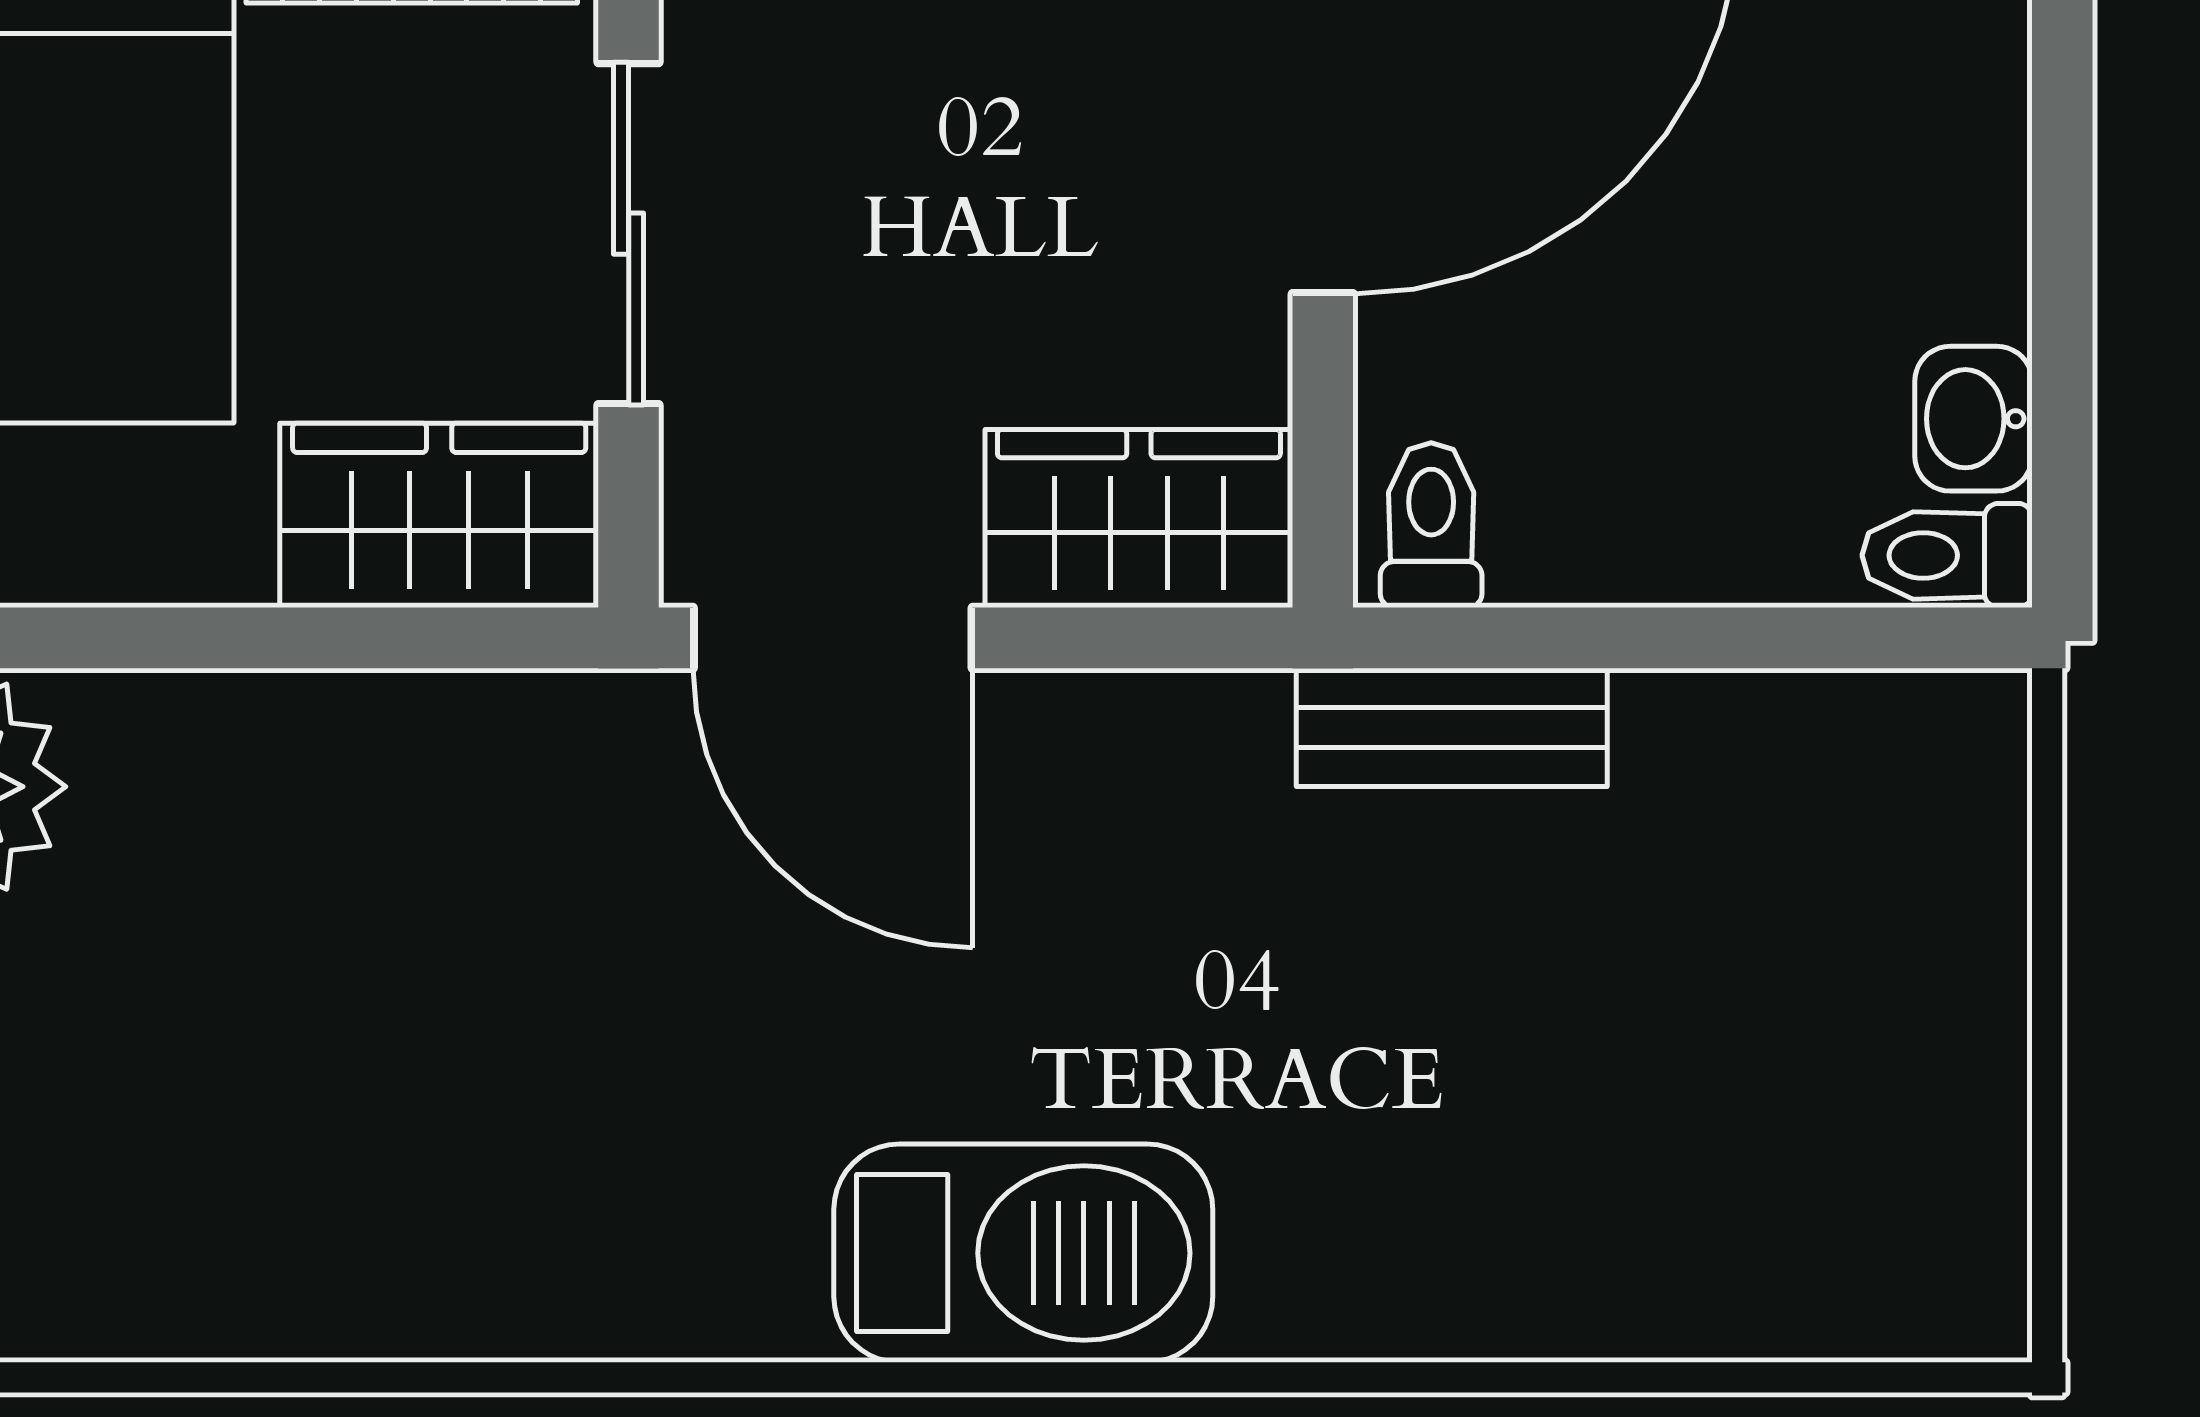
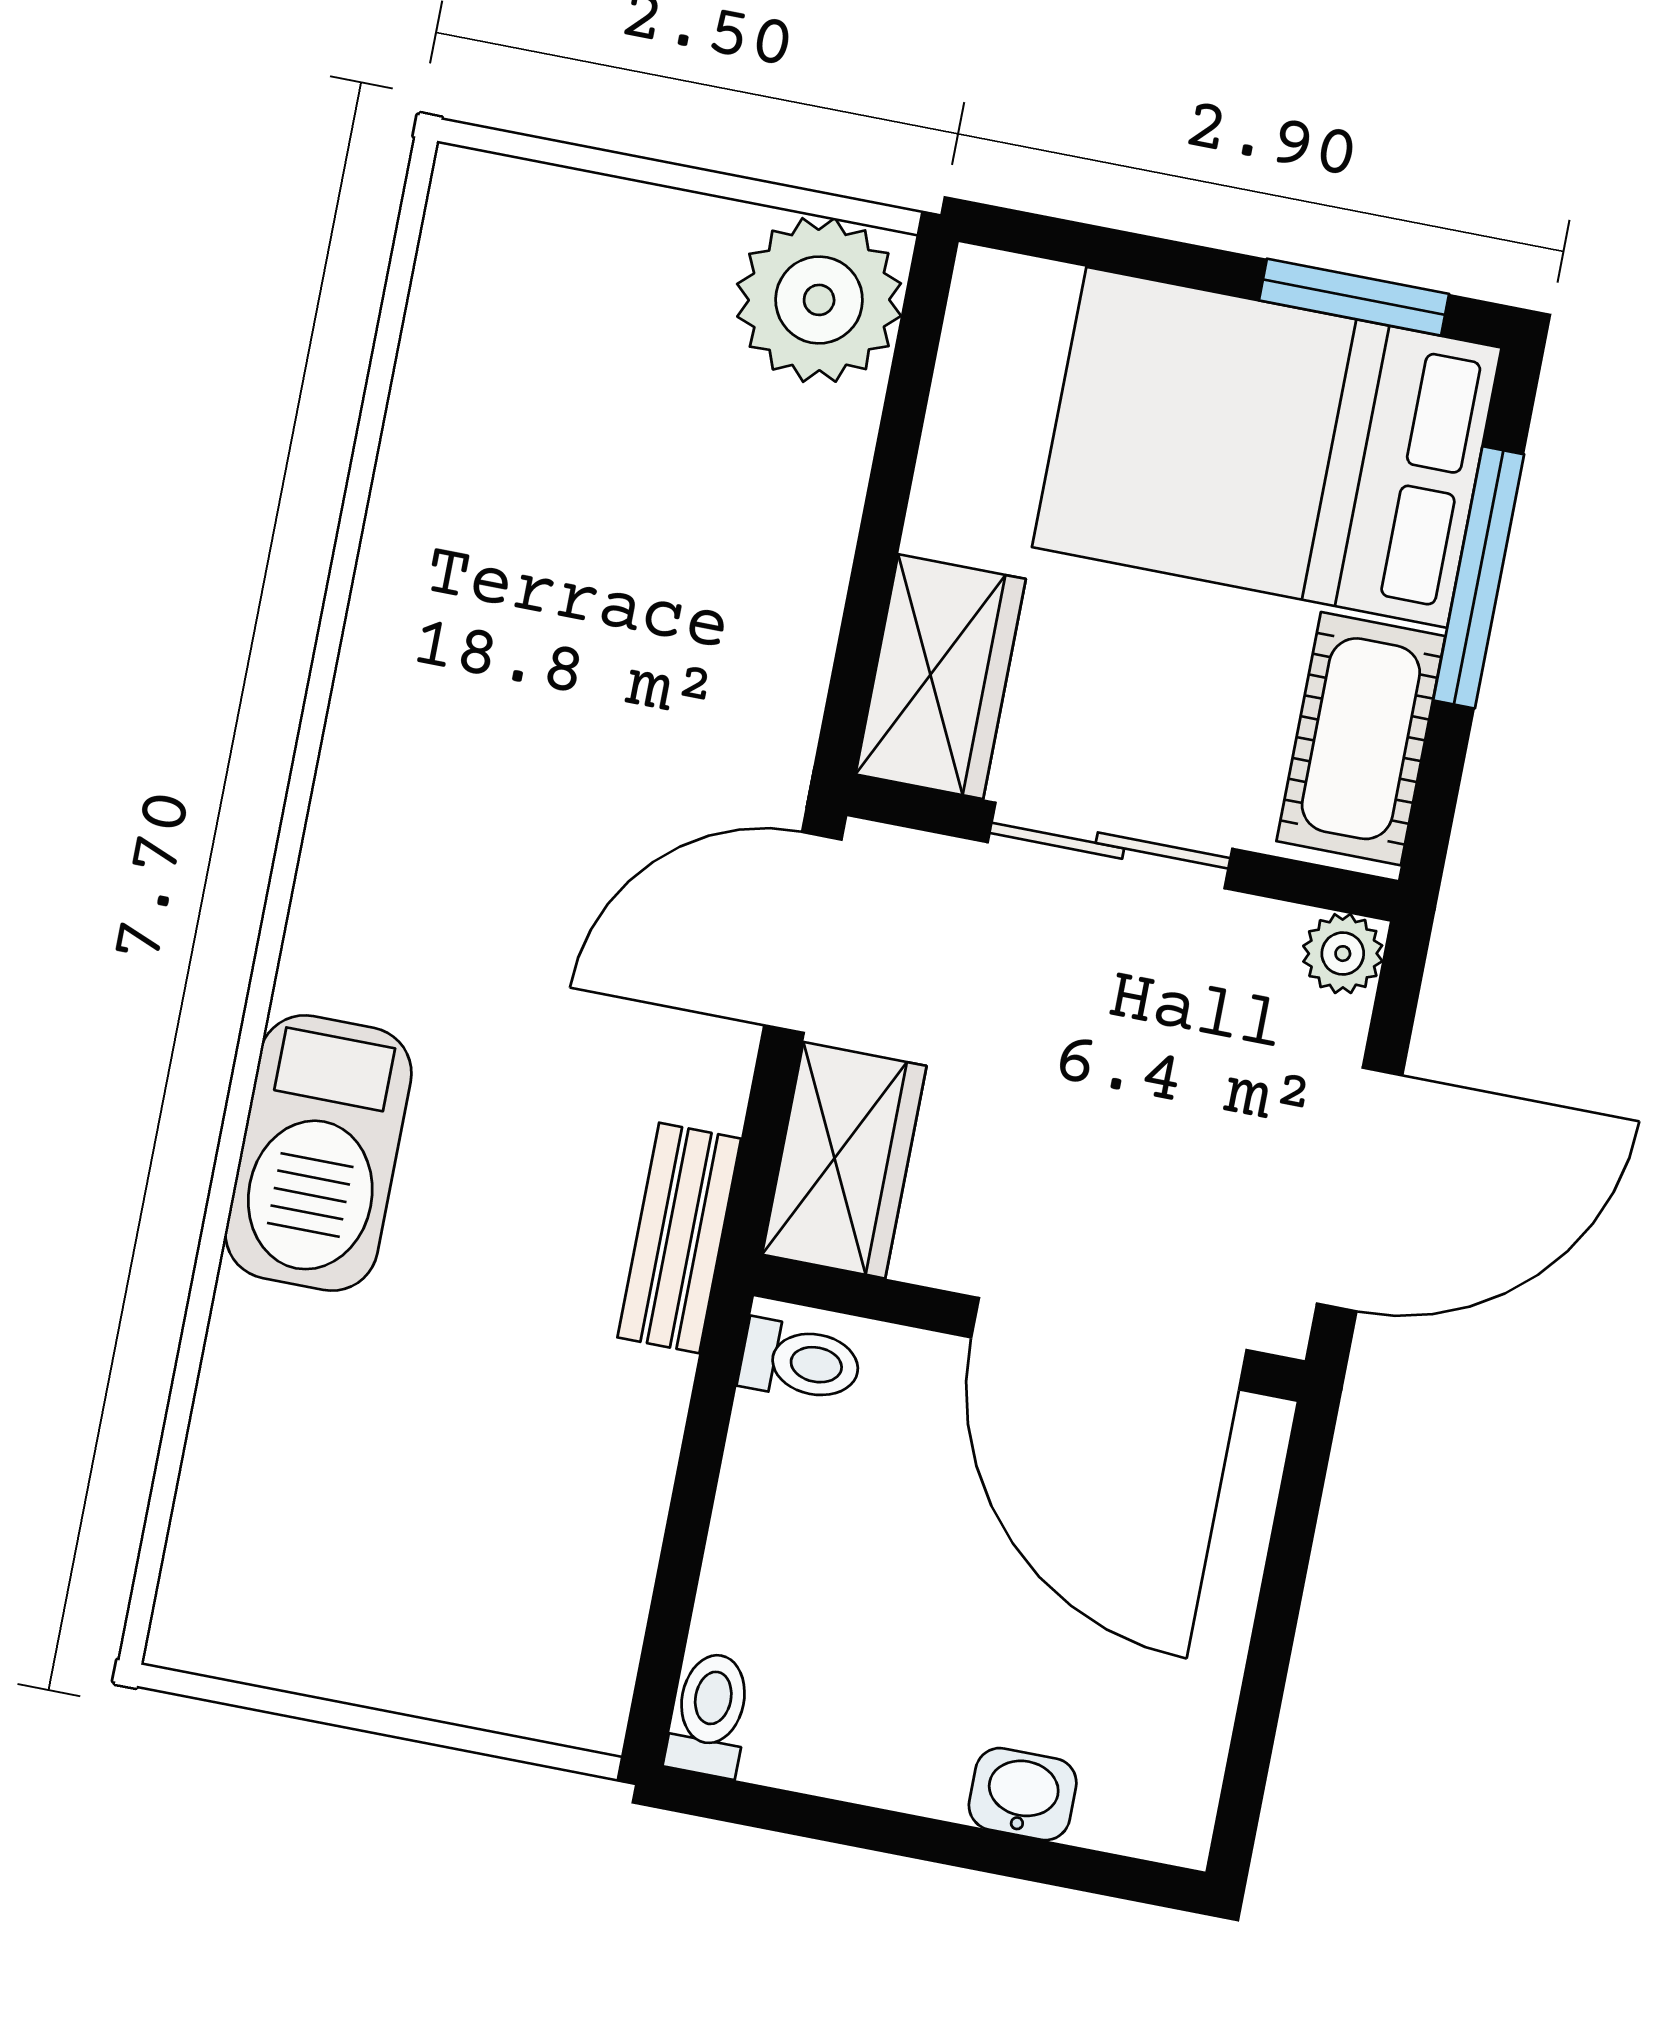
washbasin: (1973, 419) -> (1023, 1794), moved
bench: (1452, 727) -> (679, 1238), moved
barbecue: (1023, 1253) -> (318, 1153), moved

